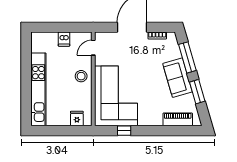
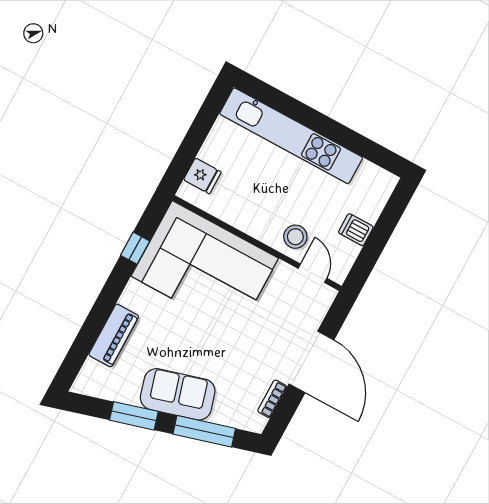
stool: (81, 76) -> (295, 237), moved
piano: (178, 119) -> (114, 335), moved

